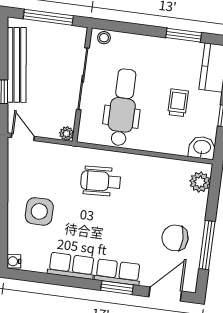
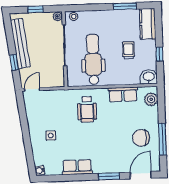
window: (48, 17) -> (36, 9), width x0.46
plant: (67, 134) -> (58, 16), moved
door: (23, 137) -> (32, 89), hinge flipped
wheelchair: (101, 181) -> (87, 109), turned -87
side table: (39, 211) -> (51, 136), width x0.54, depth x0.54
row of seats: (118, 272) -> (123, 94), moved, turned 180

